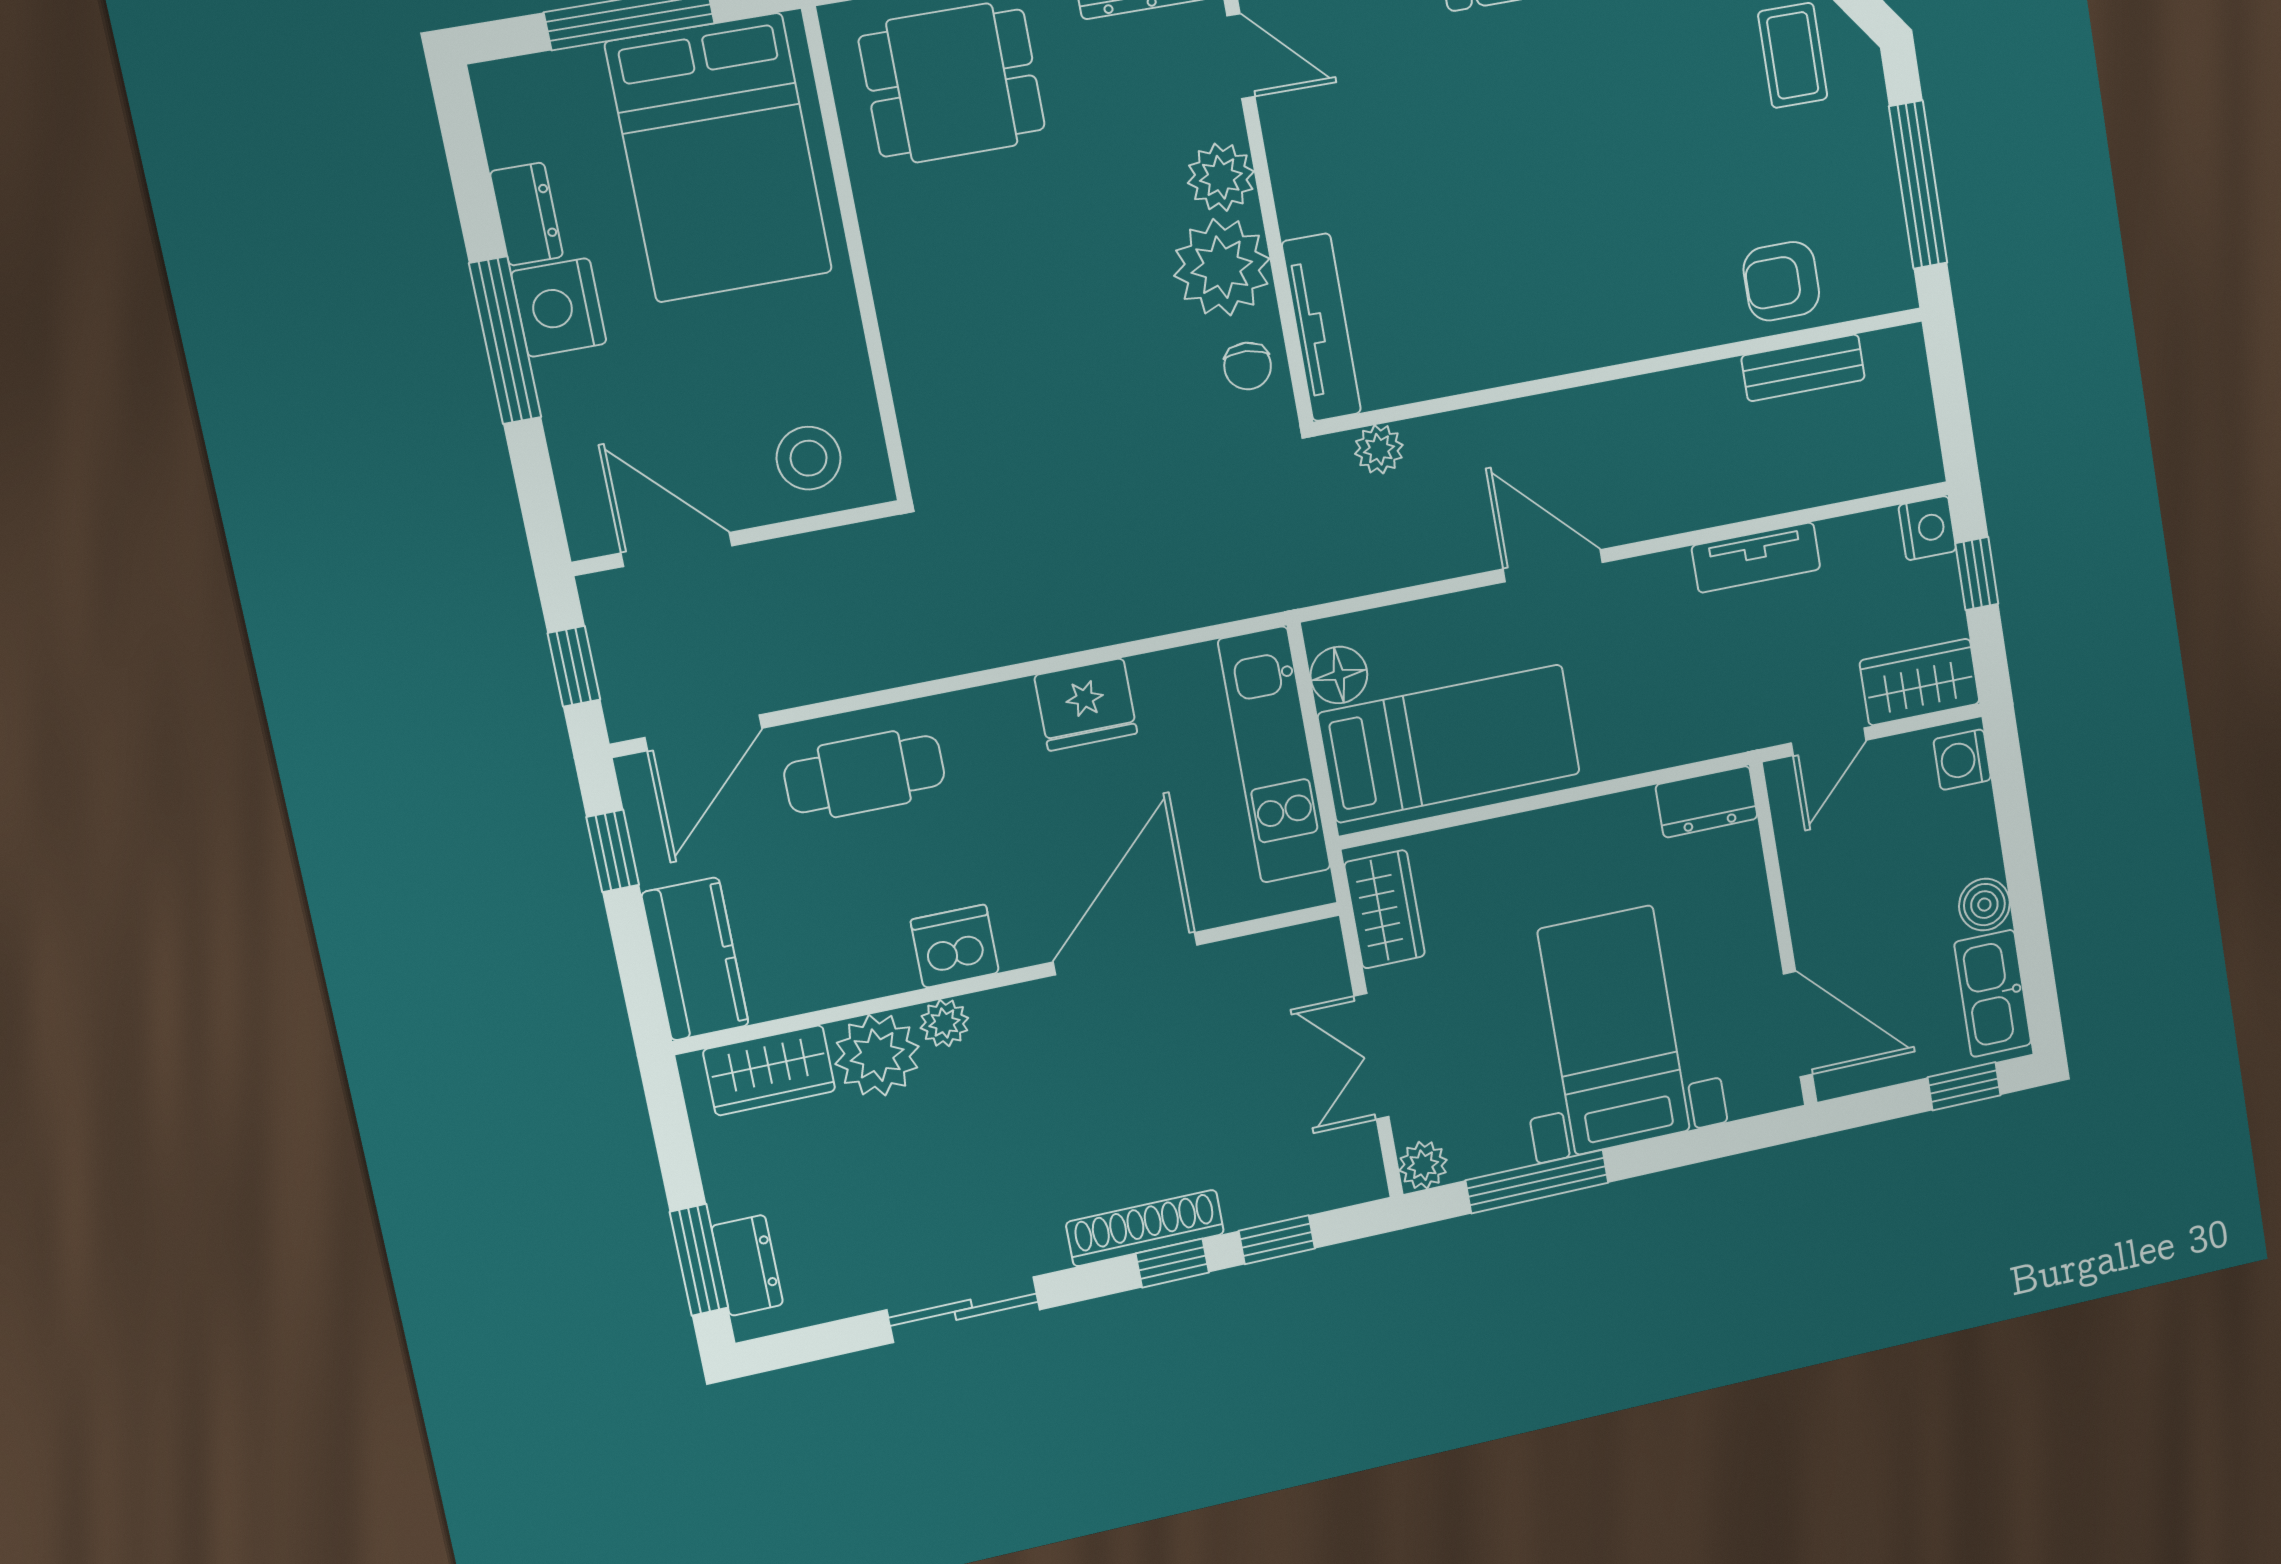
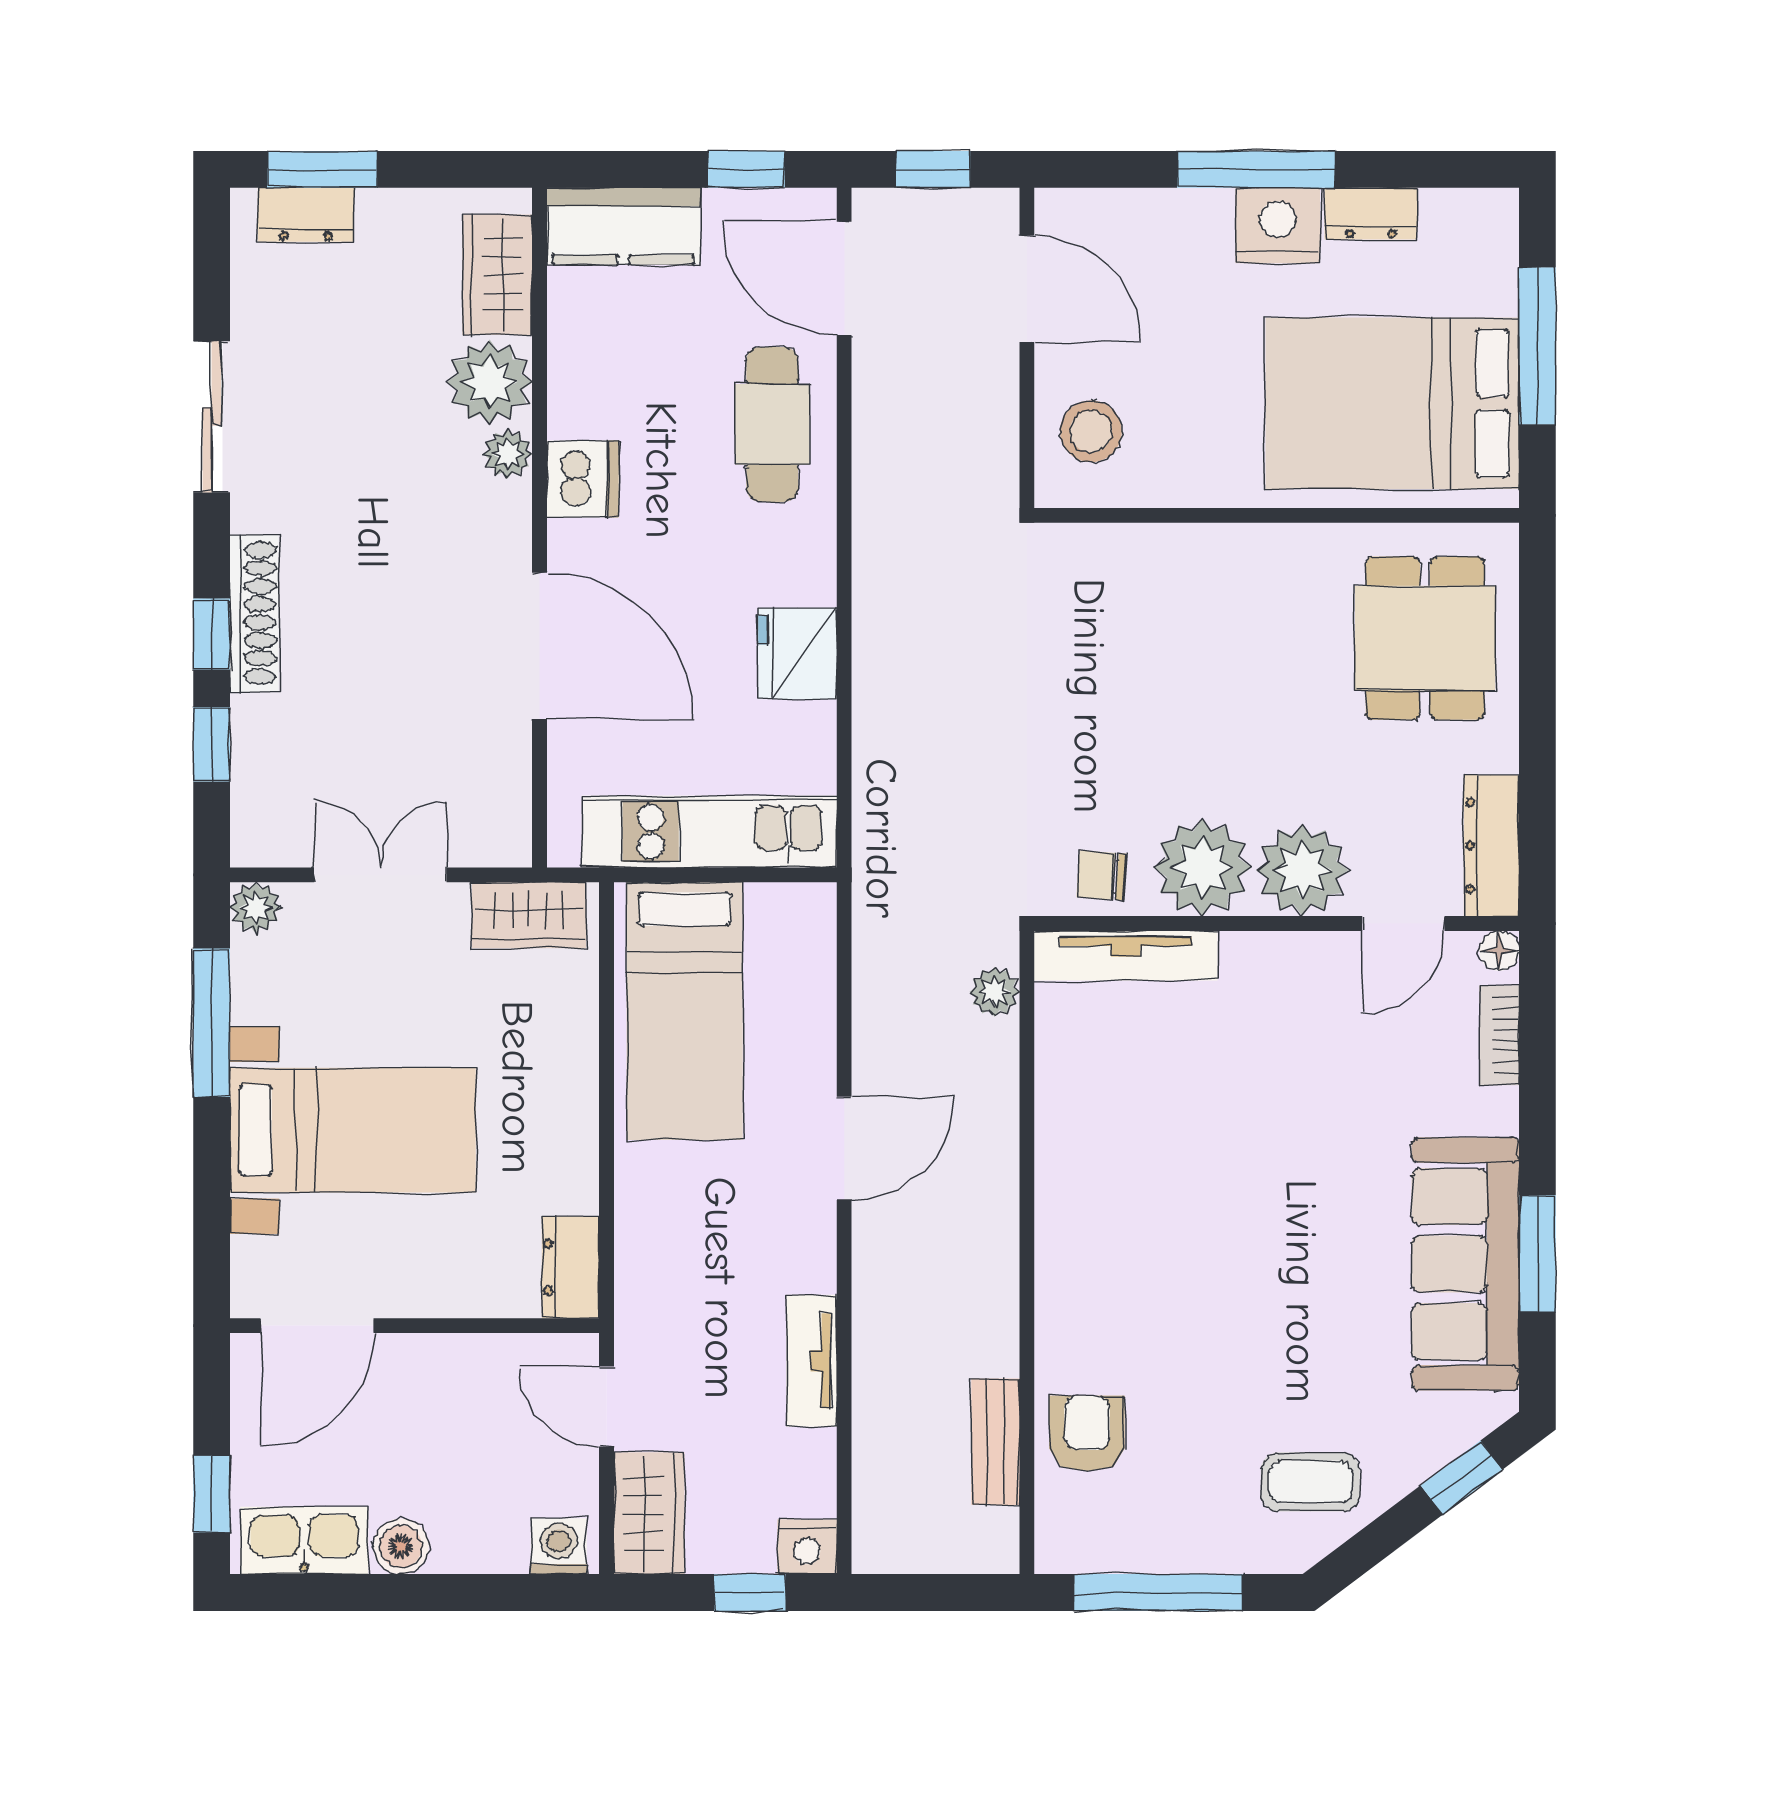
plant: (1221, 177) -> (1302, 870), width x1.36, depth x1.36
door: (677, 549) -> (1027, 289), hinge flipped
floor lamp: (1339, 675) -> (777, 911), removed

